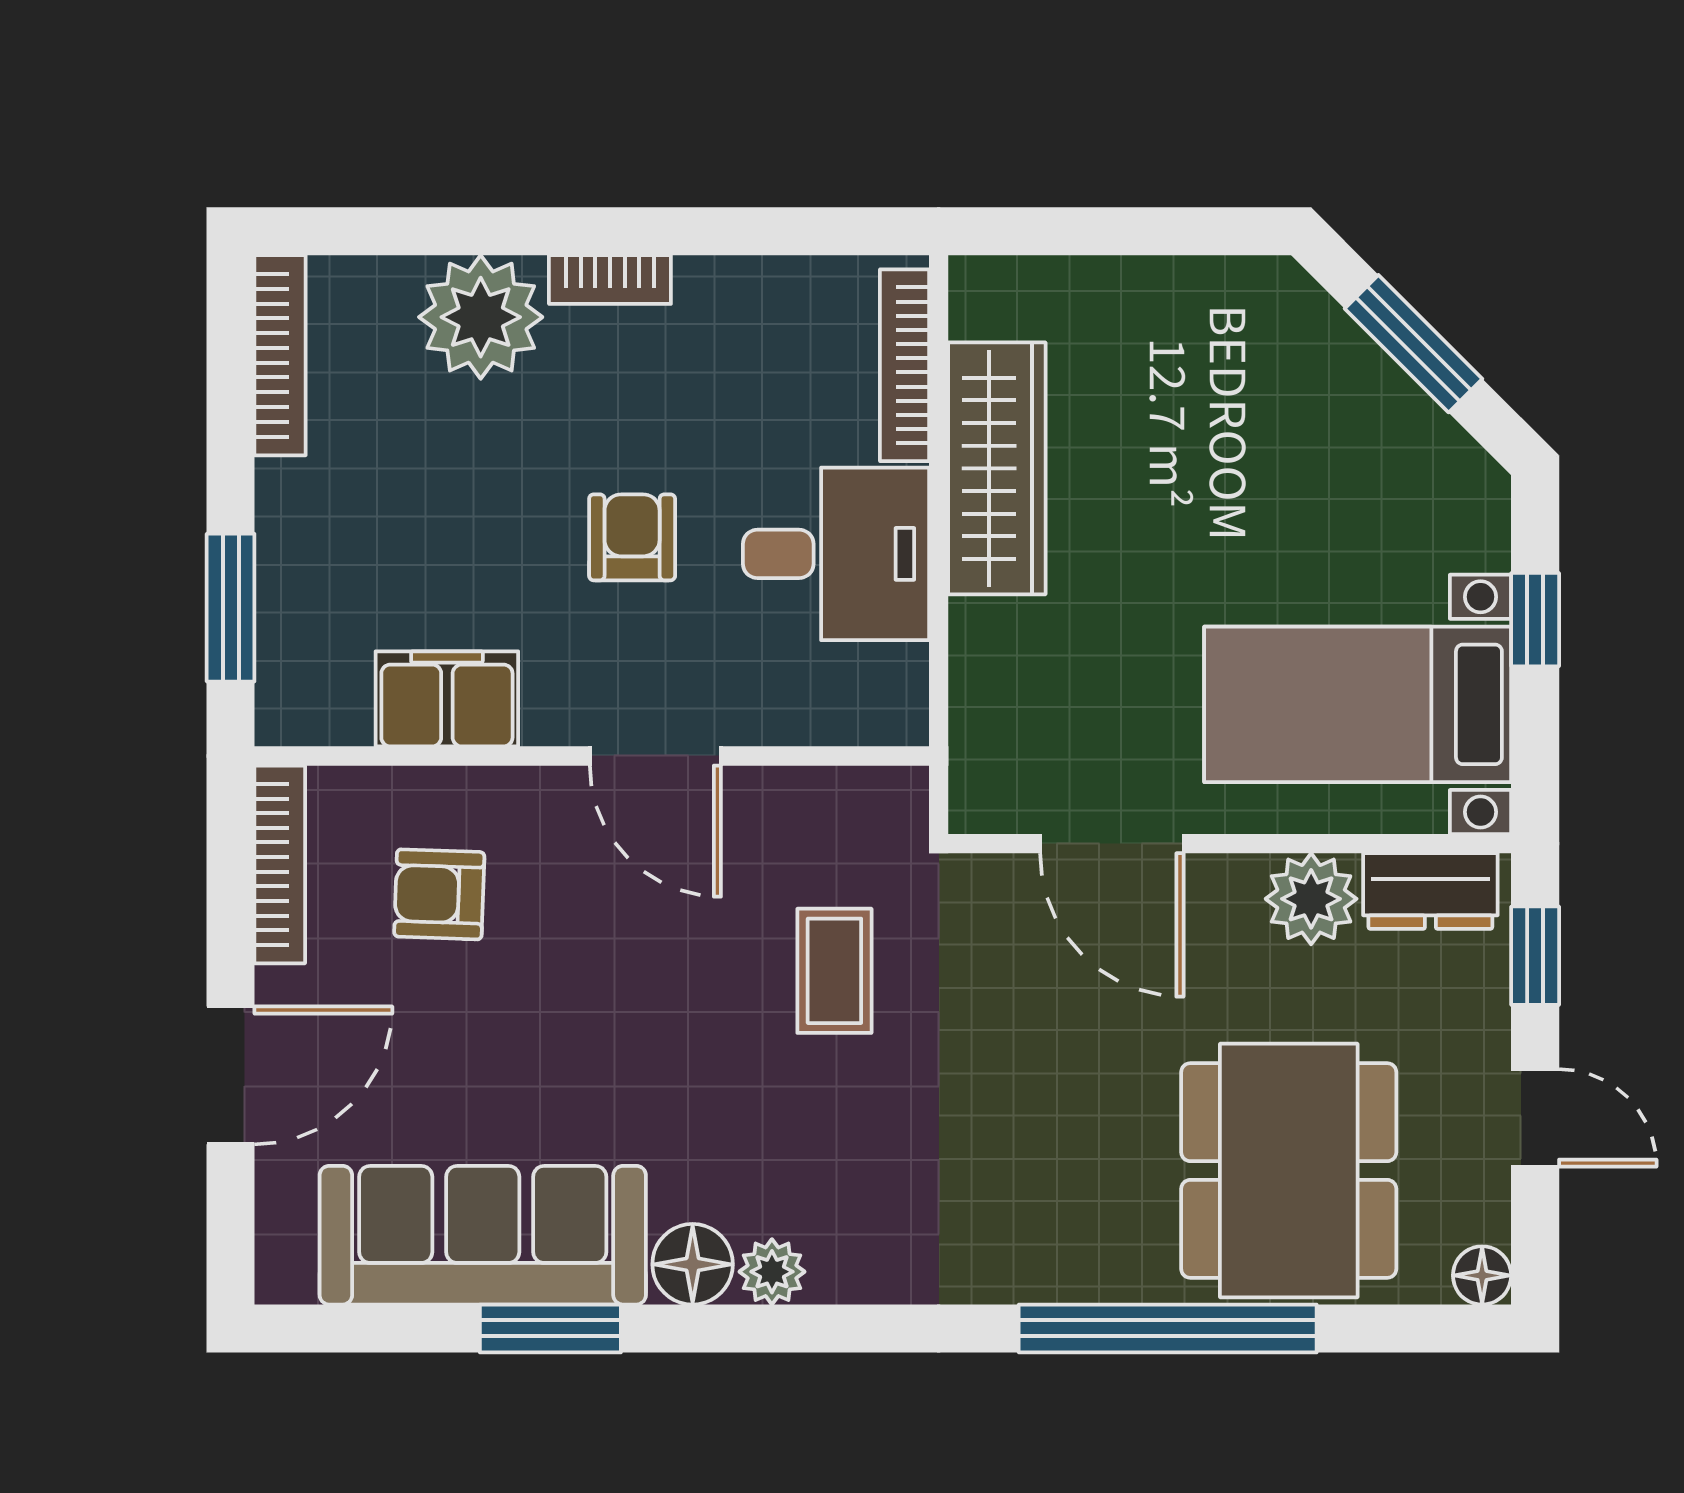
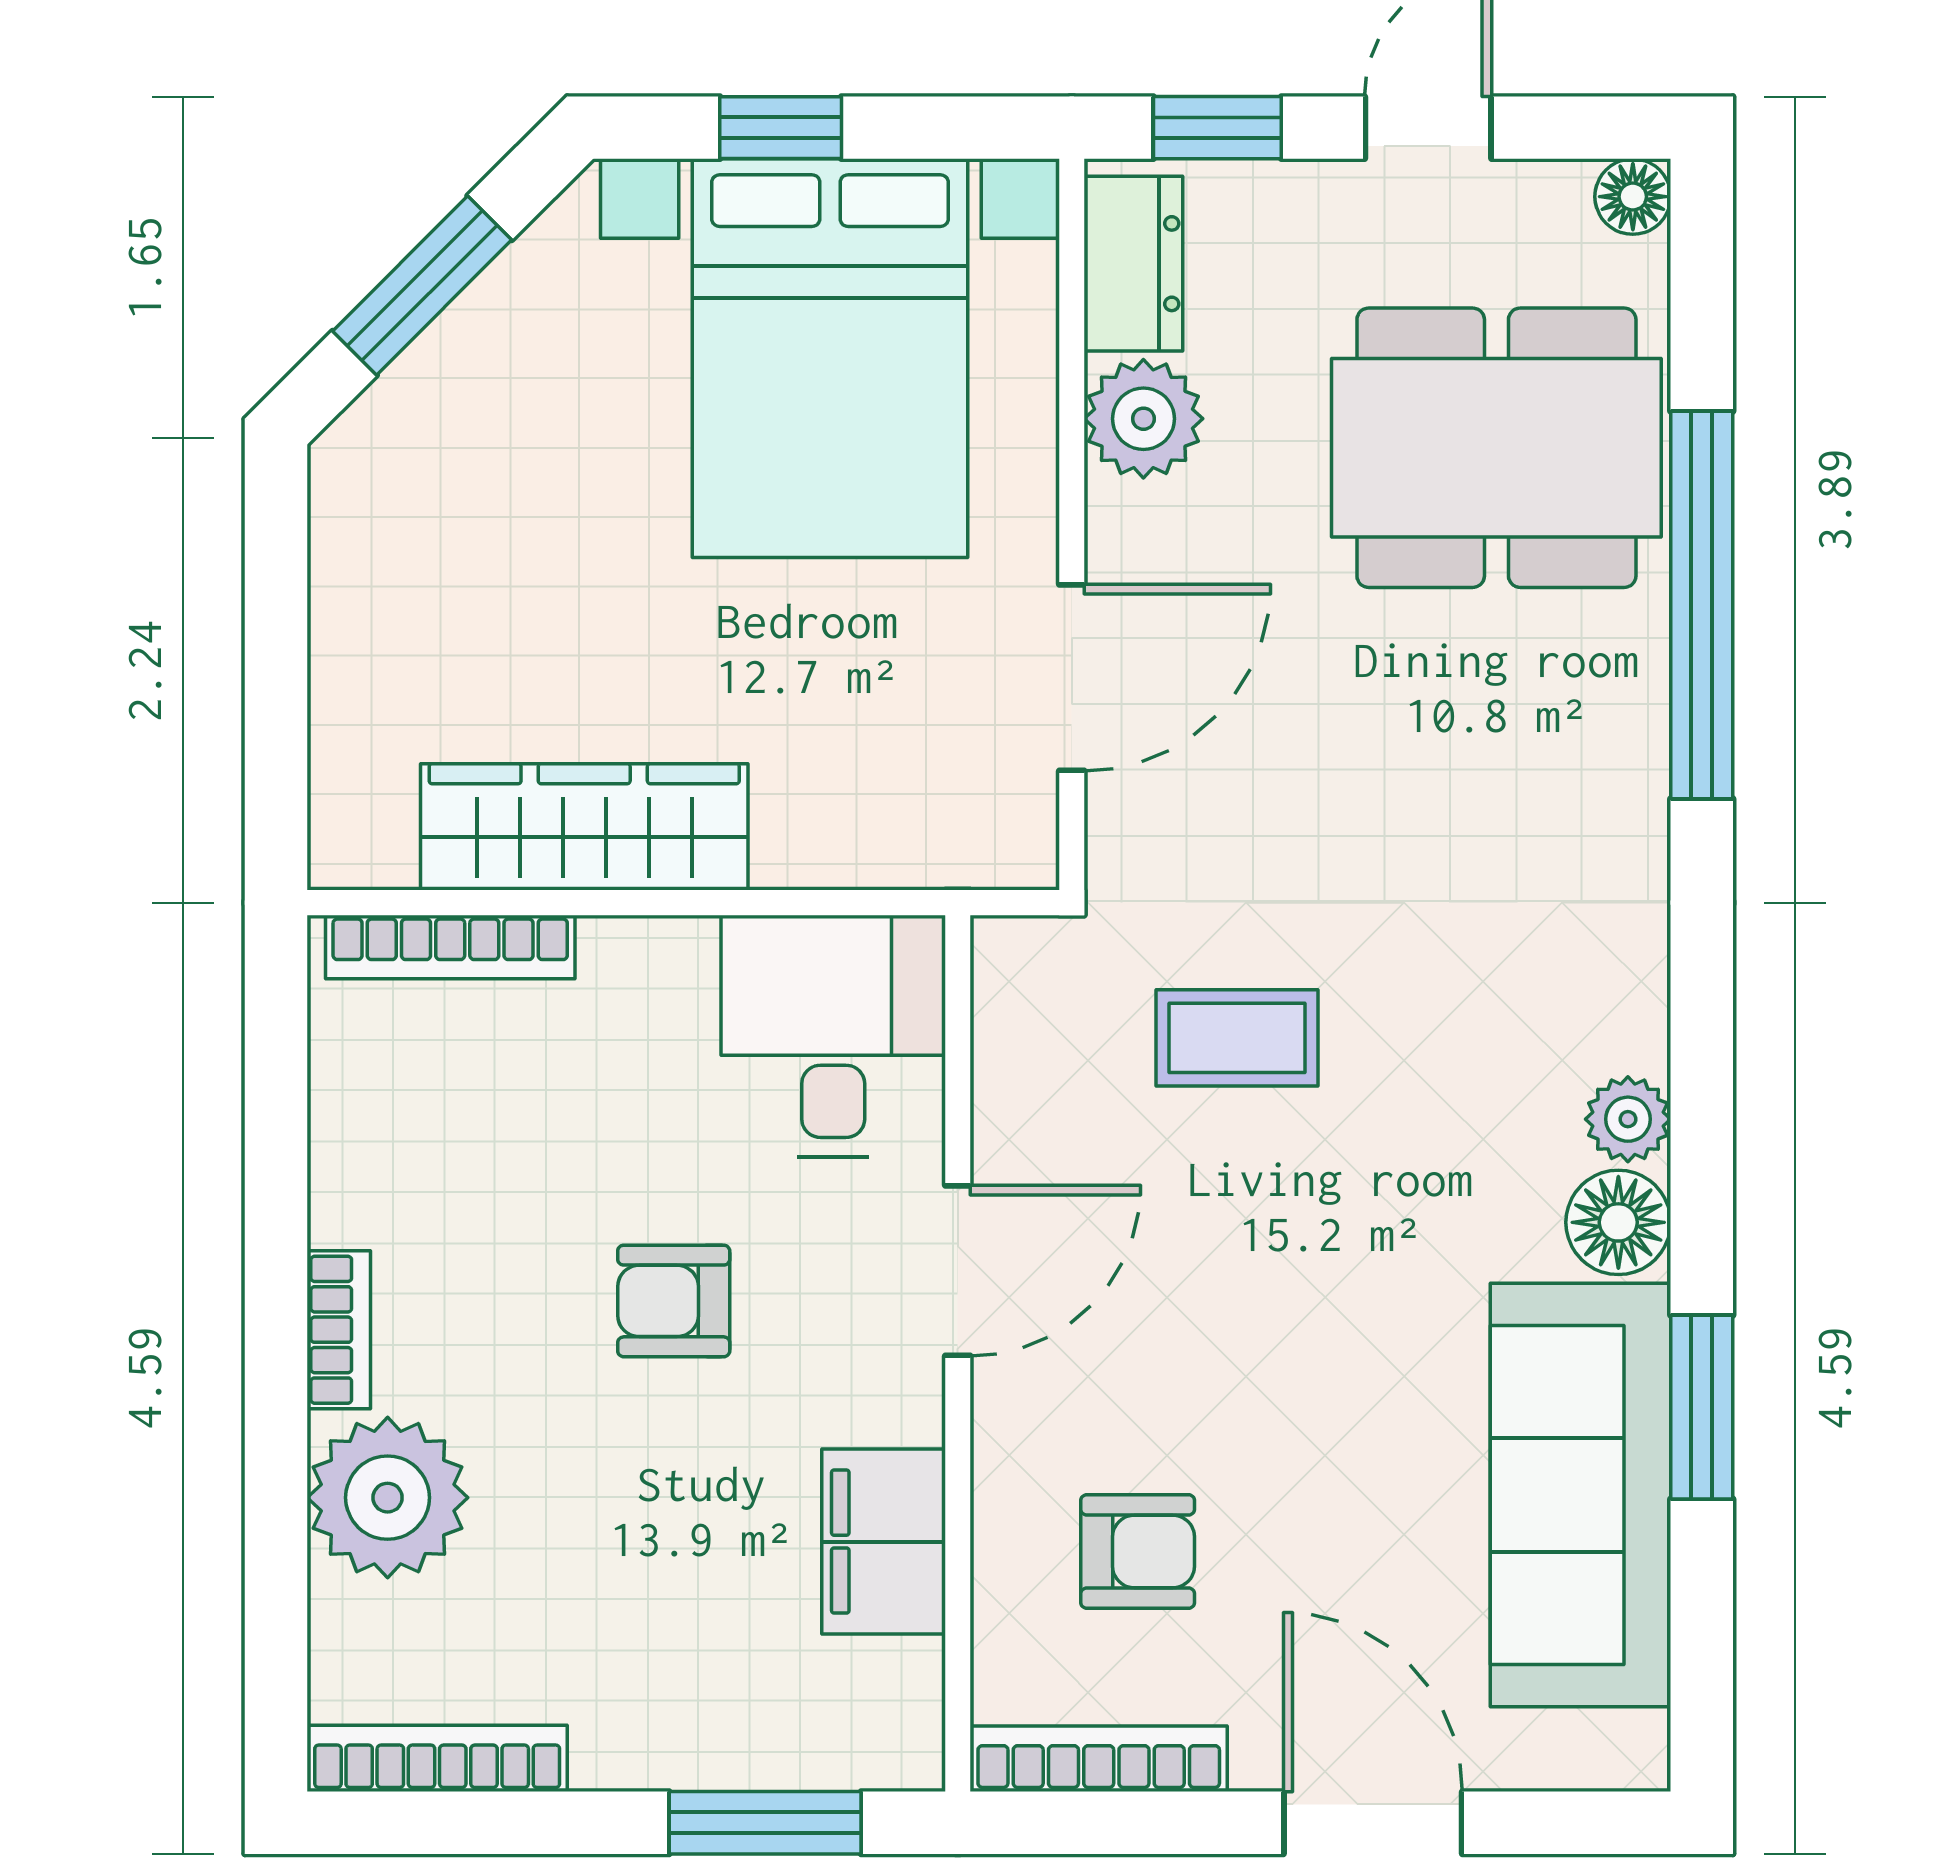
desk: (836, 554) -> (833, 1036), moved
bed with nightstands: (1358, 704) -> (830, 358), width x1.36
armchair: (439, 894) -> (1138, 1552), turned -92

